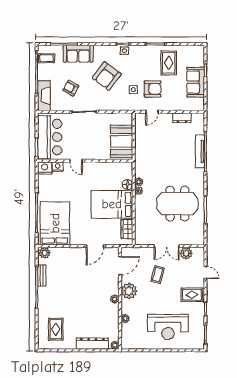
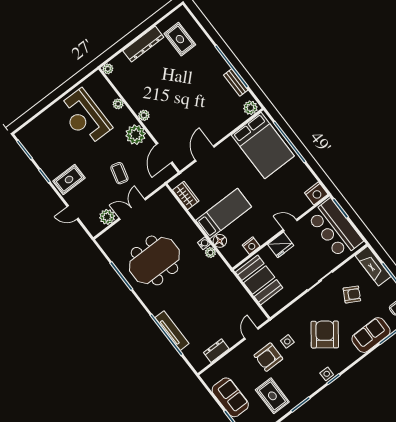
fridge: (91, 153) -> (281, 245), added
nightstand: (58, 167) -> (251, 246), moved
bed: (112, 204) -> (224, 213), width x0.67
reception desk: (168, 327) -> (85, 117), moved, turned -90
dresser: (92, 344) -> (143, 44), moved

